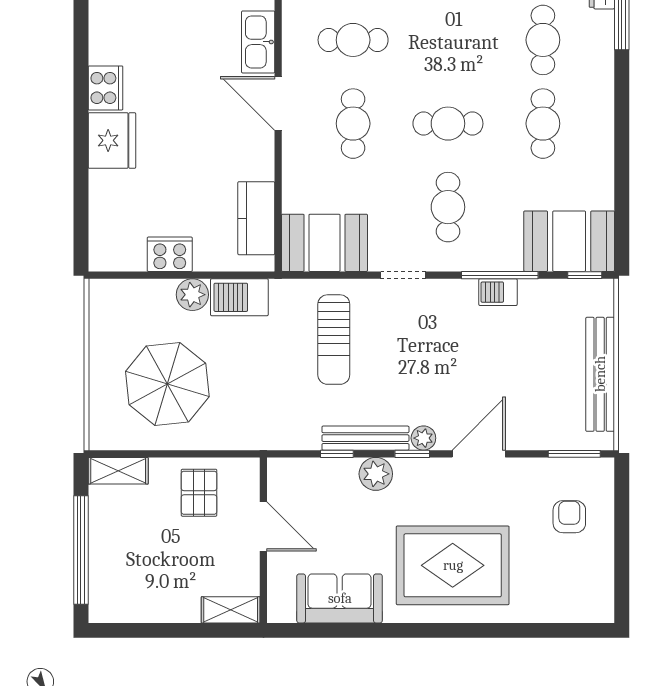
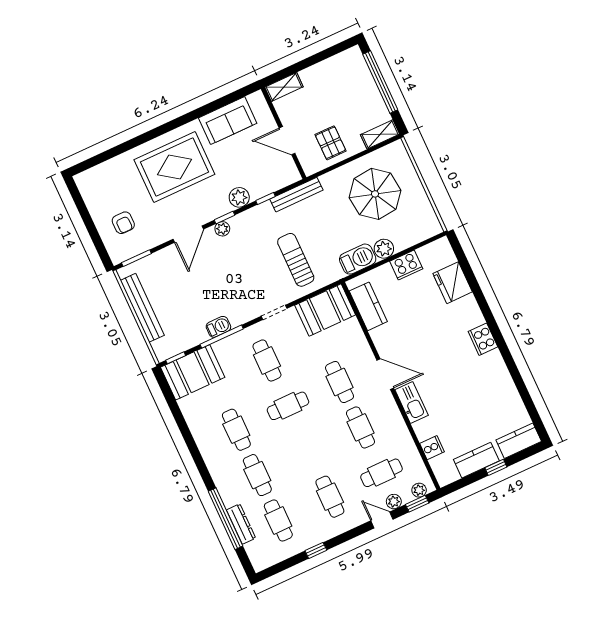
cafe table: (353, 40) -> (360, 427), turned 90
fridge: (112, 140) -> (453, 283), moved
bench: (365, 438) -> (296, 195), moved

